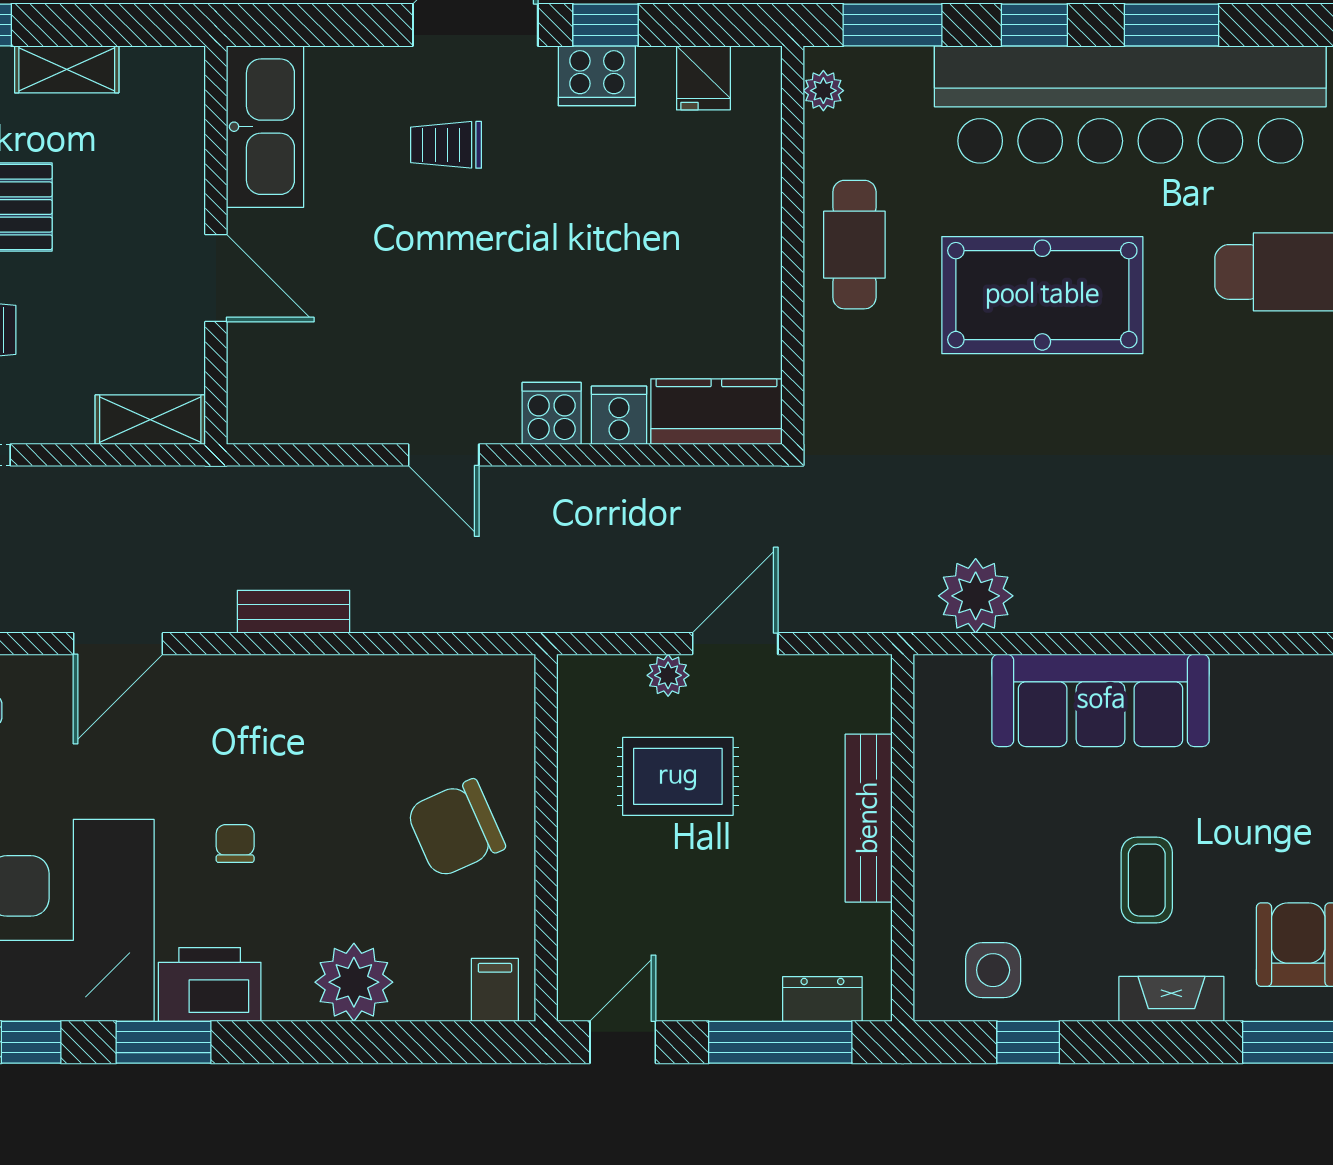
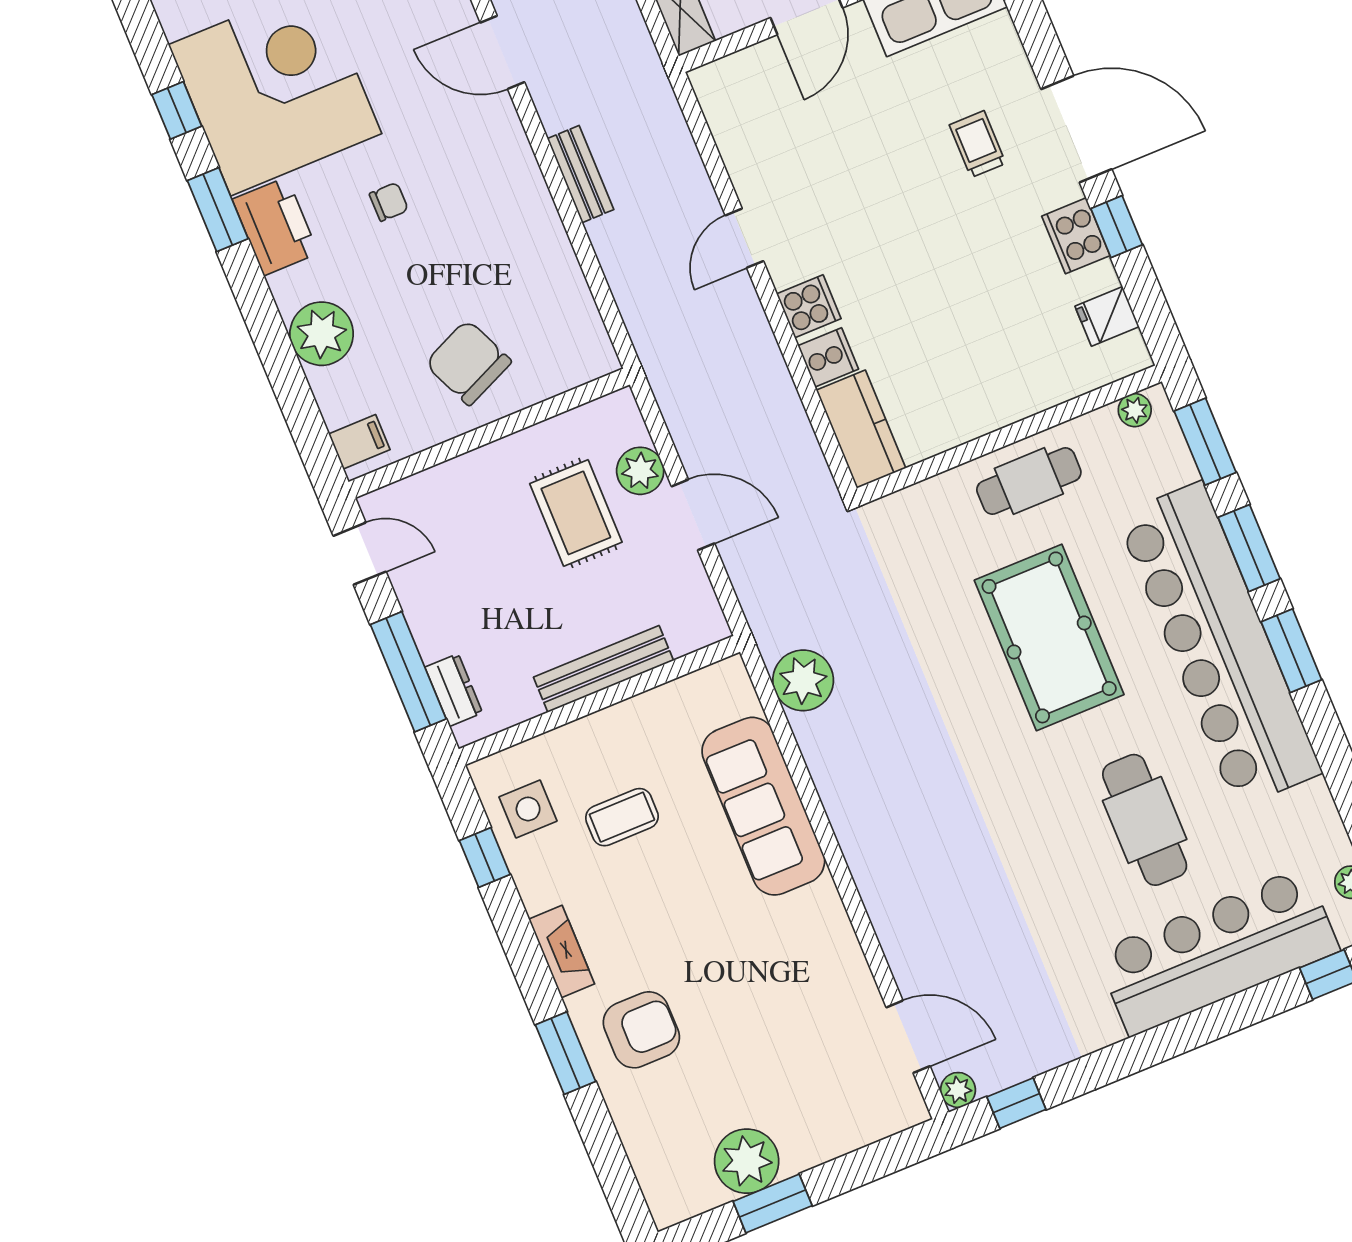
window: (1034, 25) -> (1249, 548), width x1.50
plant: (668, 675) -> (640, 471), width x1.38, depth x1.38
coffee table: (1147, 880) -> (622, 817), moved

